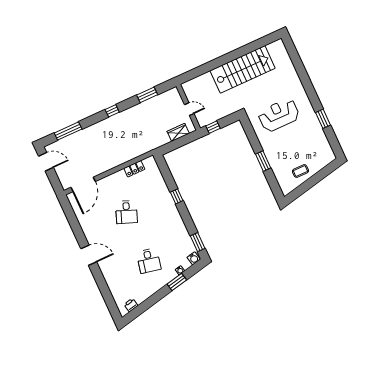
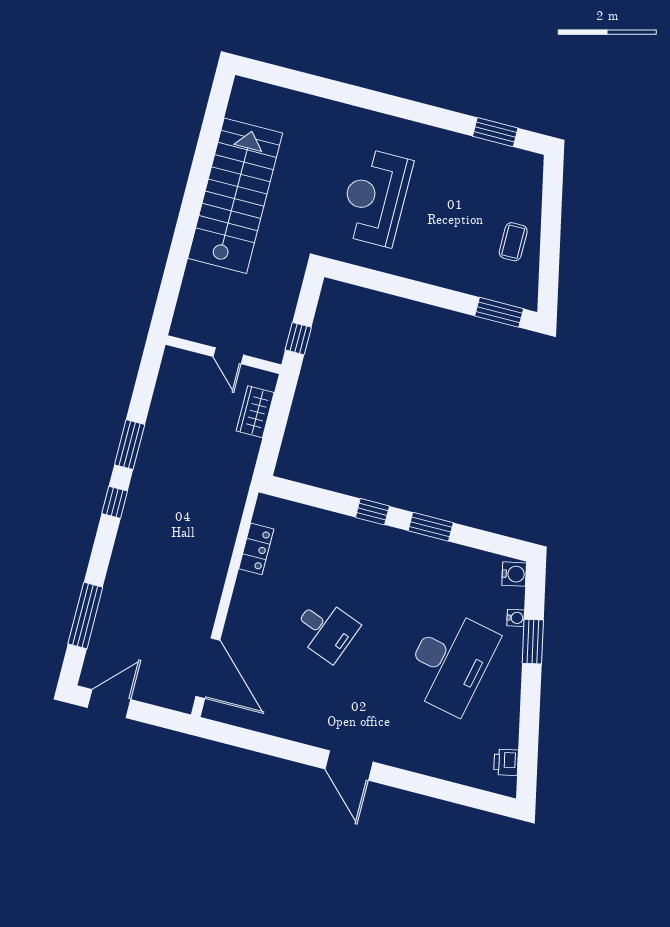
window: (147, 95) -> (130, 445), moved
door: (189, 109) -> (228, 356), swing flipped
window: (323, 119) -> (495, 132), moved
window: (263, 161) -> (499, 312), moved
window: (198, 242) -> (431, 527), moved
door: (89, 255) -> (349, 766), swing flipped
desk: (149, 261) -> (450, 662), width x1.87, depth x1.30

